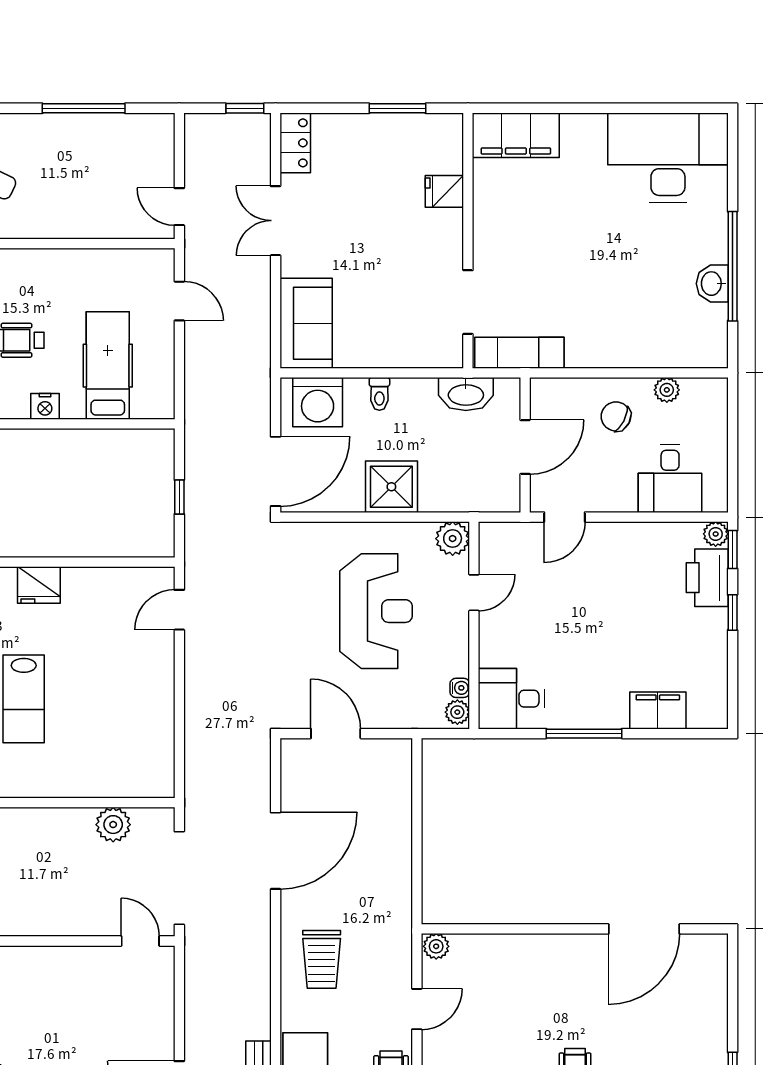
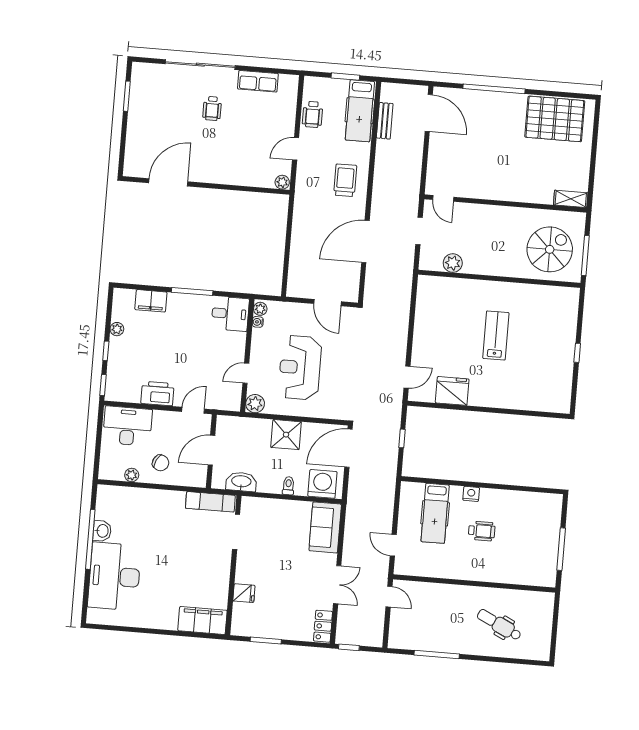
desk: (668, 158) -> (114, 576), moved, turned 90
desk: (670, 479) -> (127, 426), width x1.37
plant: (716, 534) -> (117, 329), moved
printer: (707, 578) -> (158, 393), moved, turned -90
fridge: (39, 585) -> (452, 391), moved, width x1.36, depth x1.34
doorway: (179, 878) -> (419, 231), width x0.53

